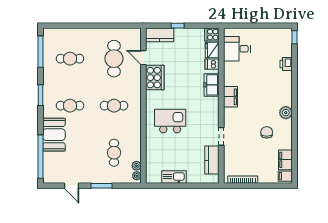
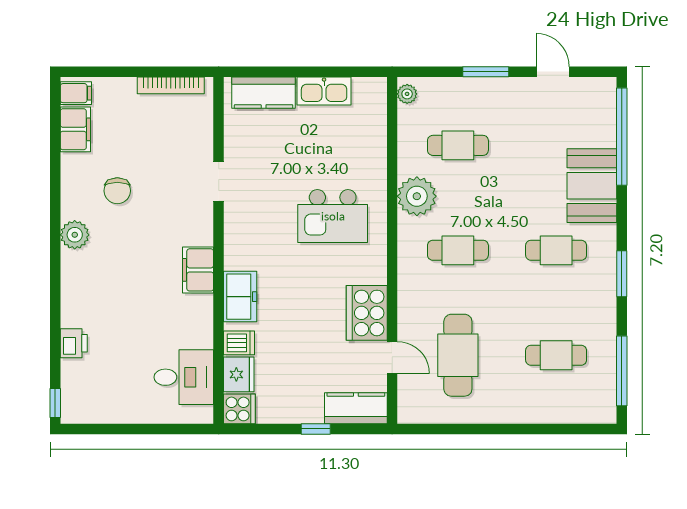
cafe table: (114, 153) -> (458, 145), turned 90
kitchen counter: (212, 160) -> (264, 93), moved, turned 90
plant: (136, 166) -> (417, 196), moved, width x1.88, depth x1.88

